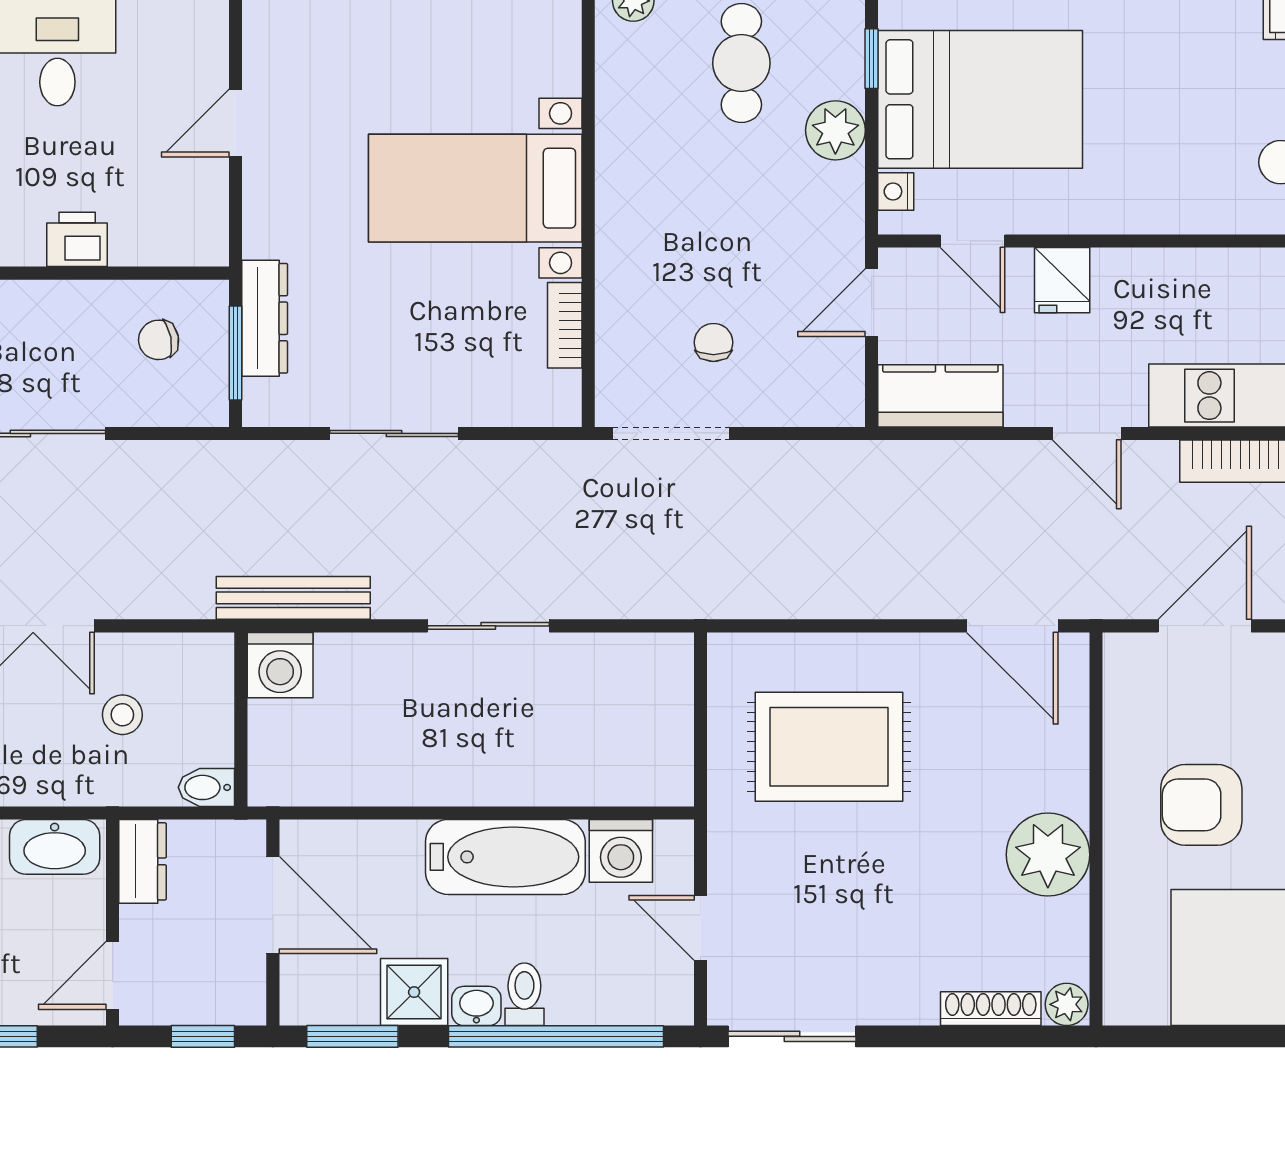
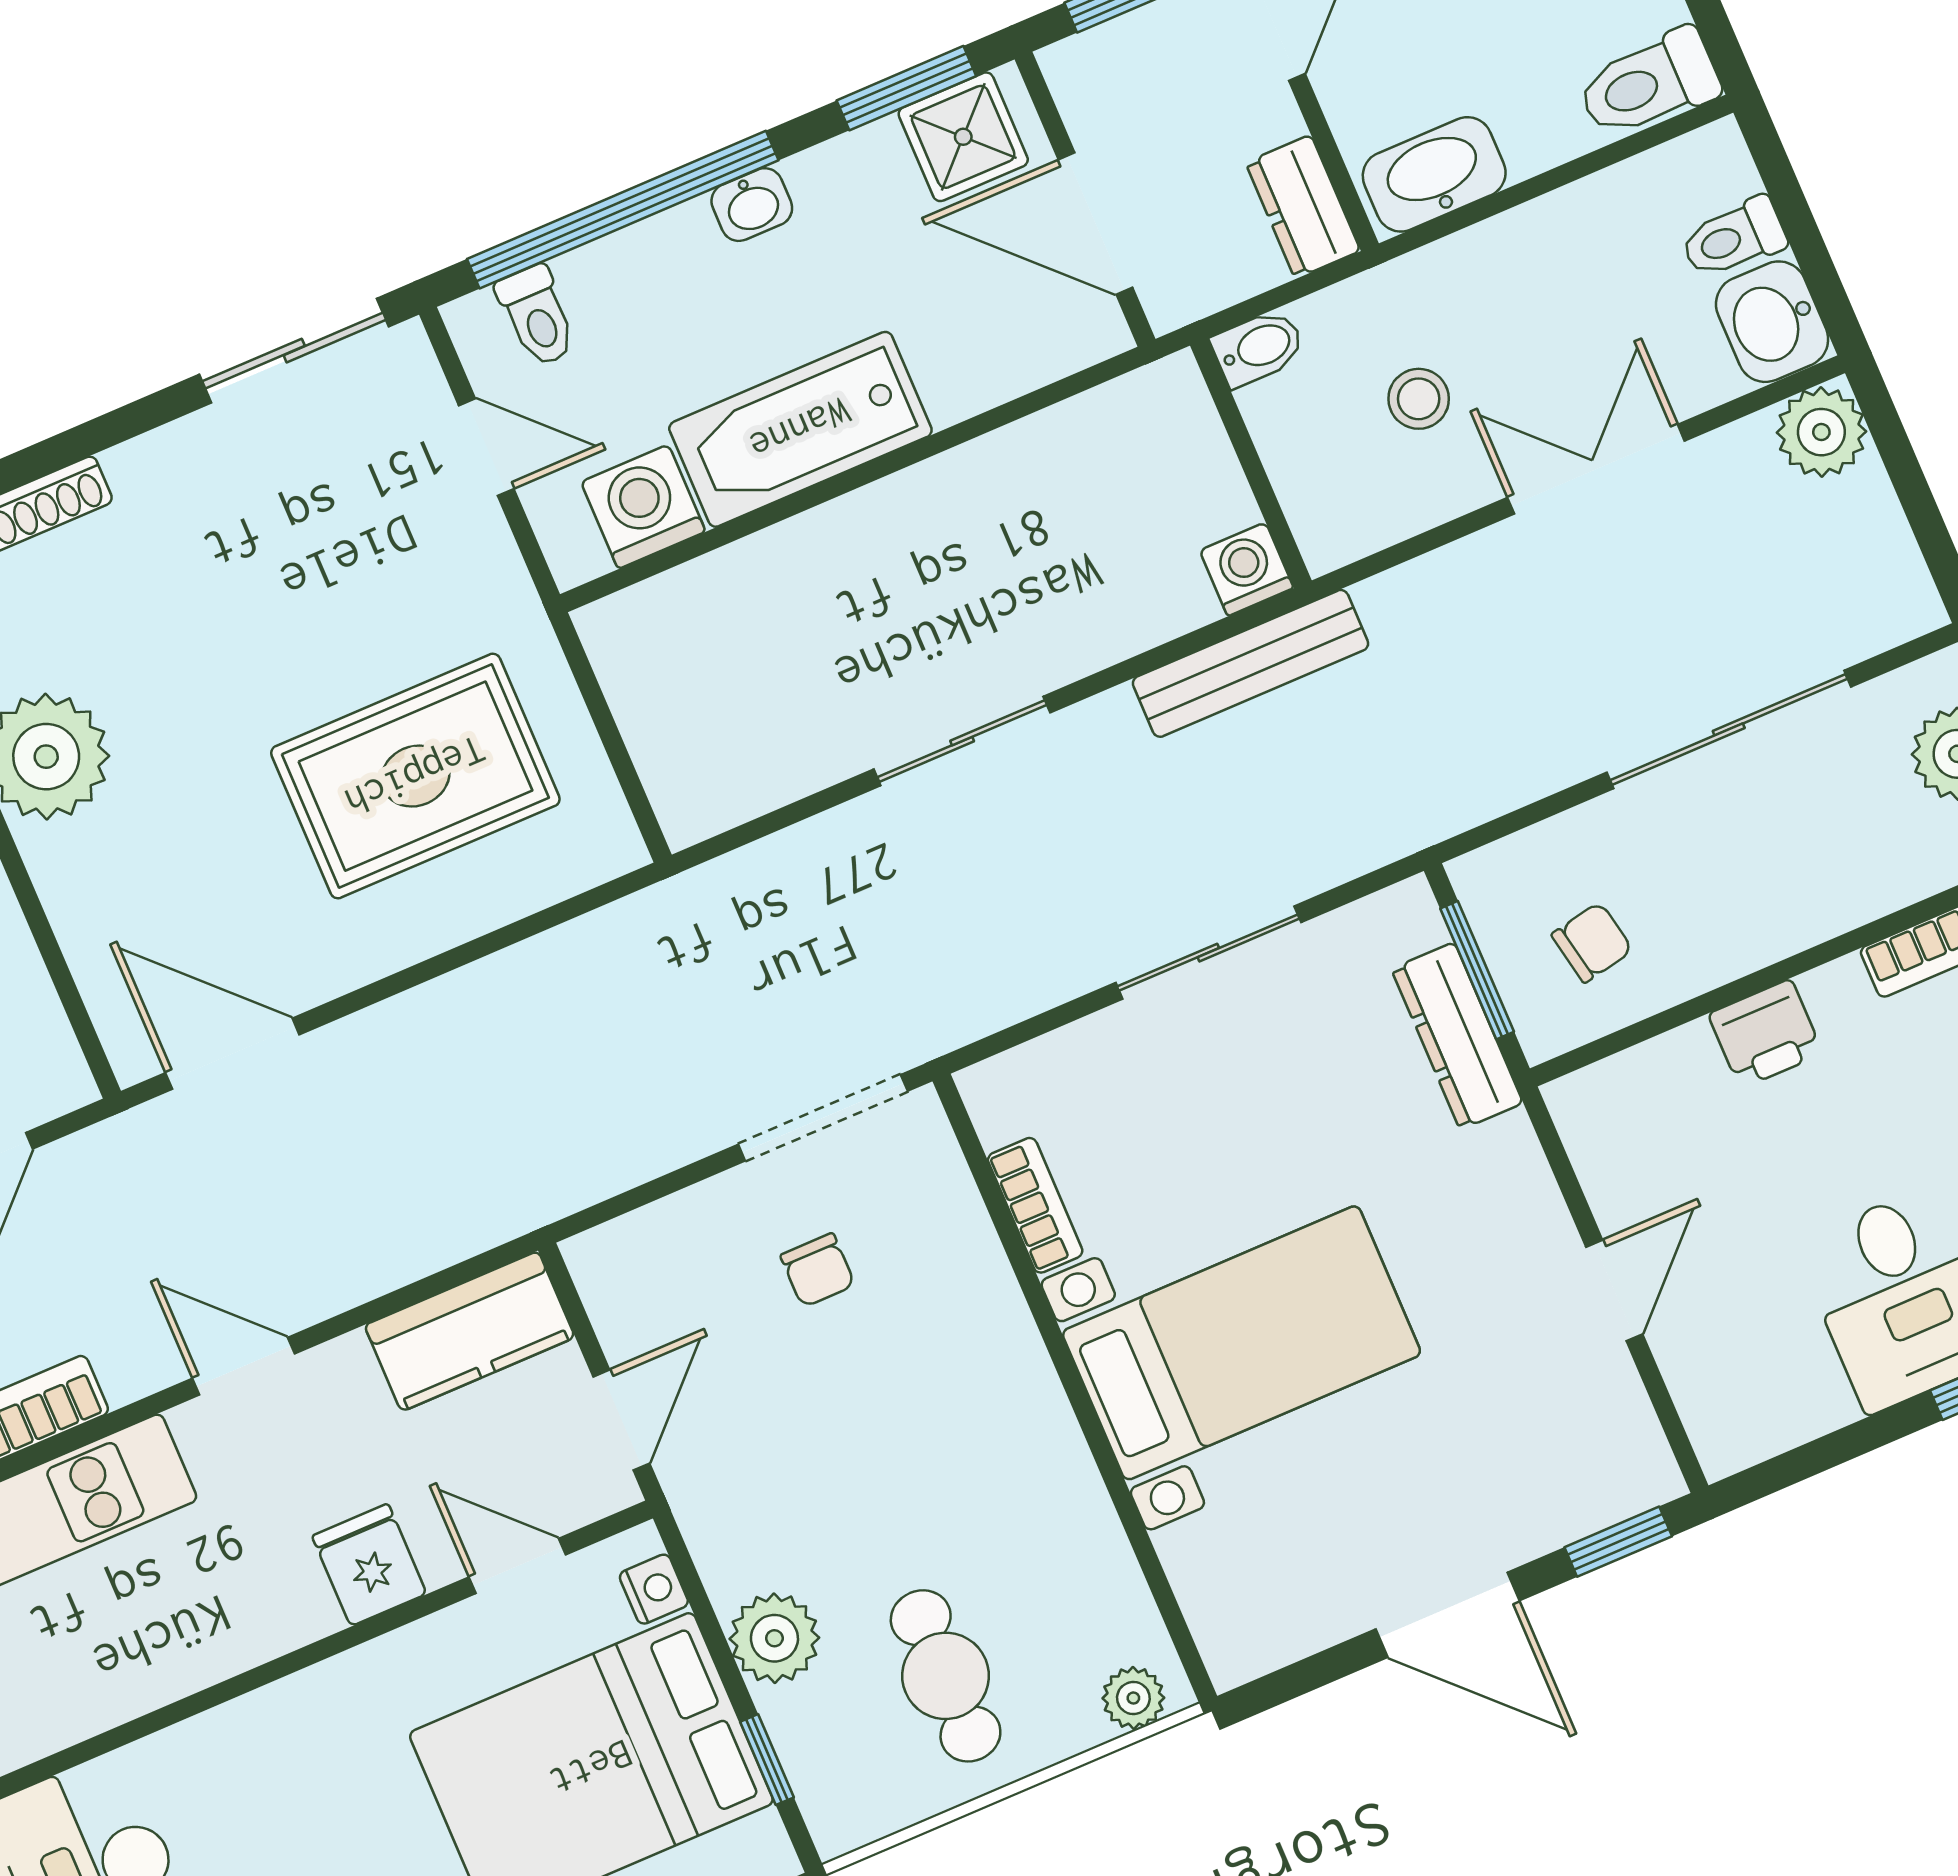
washing machine: (280, 665) -> (1247, 569), width x0.73, depth x0.73
shower: (414, 992) -> (963, 137), moved
toilet: (524, 994) -> (537, 316), moved

